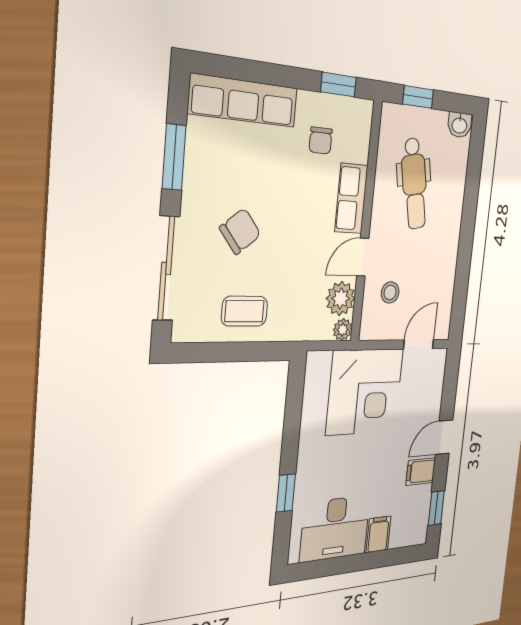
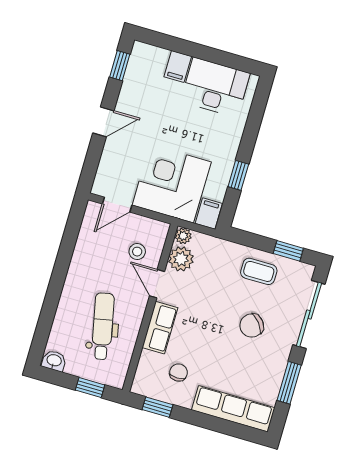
door: (363, 257) -> (157, 284), swing flipped
window: (212, 352) -> (288, 251), added
filing cabinet: (421, 472) -> (209, 214), moved, turned -90
window: (286, 493) -> (238, 175), moved

